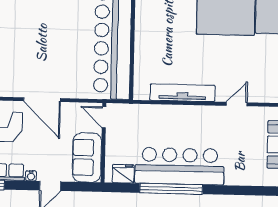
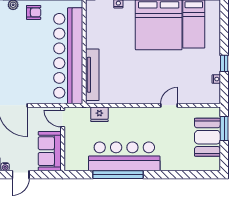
tv unit: (182, 93) -> (92, 75), moved, turned 90
fridge: (123, 174) -> (99, 114), moved, turned 180

